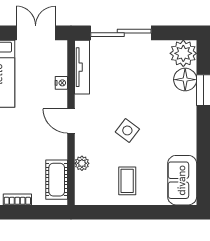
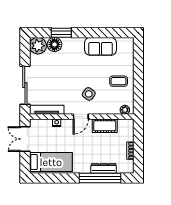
side table: (127, 130) -> (89, 94), moved
plant: (82, 163) -> (125, 110), moved
cot: (57, 180) -> (105, 126), moved
sofa: (182, 180) -> (100, 46), moved

